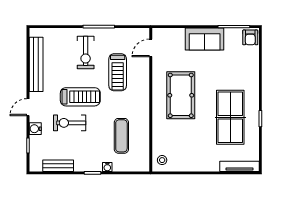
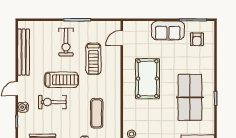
armchair: (250, 37) -> (197, 39), moved

